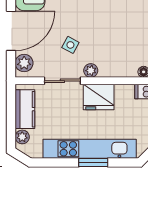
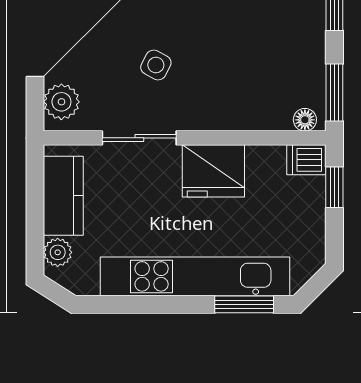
plant: (91, 71) -> (197, 117), removed
window: (93, 162) -> (244, 304), moved

